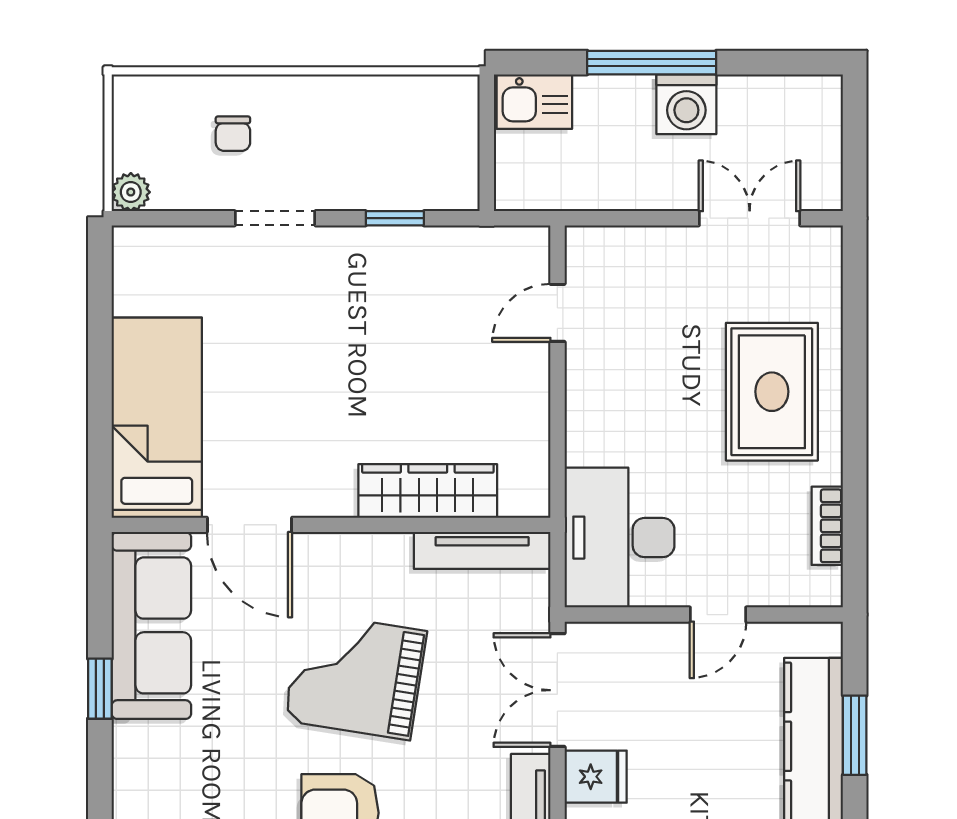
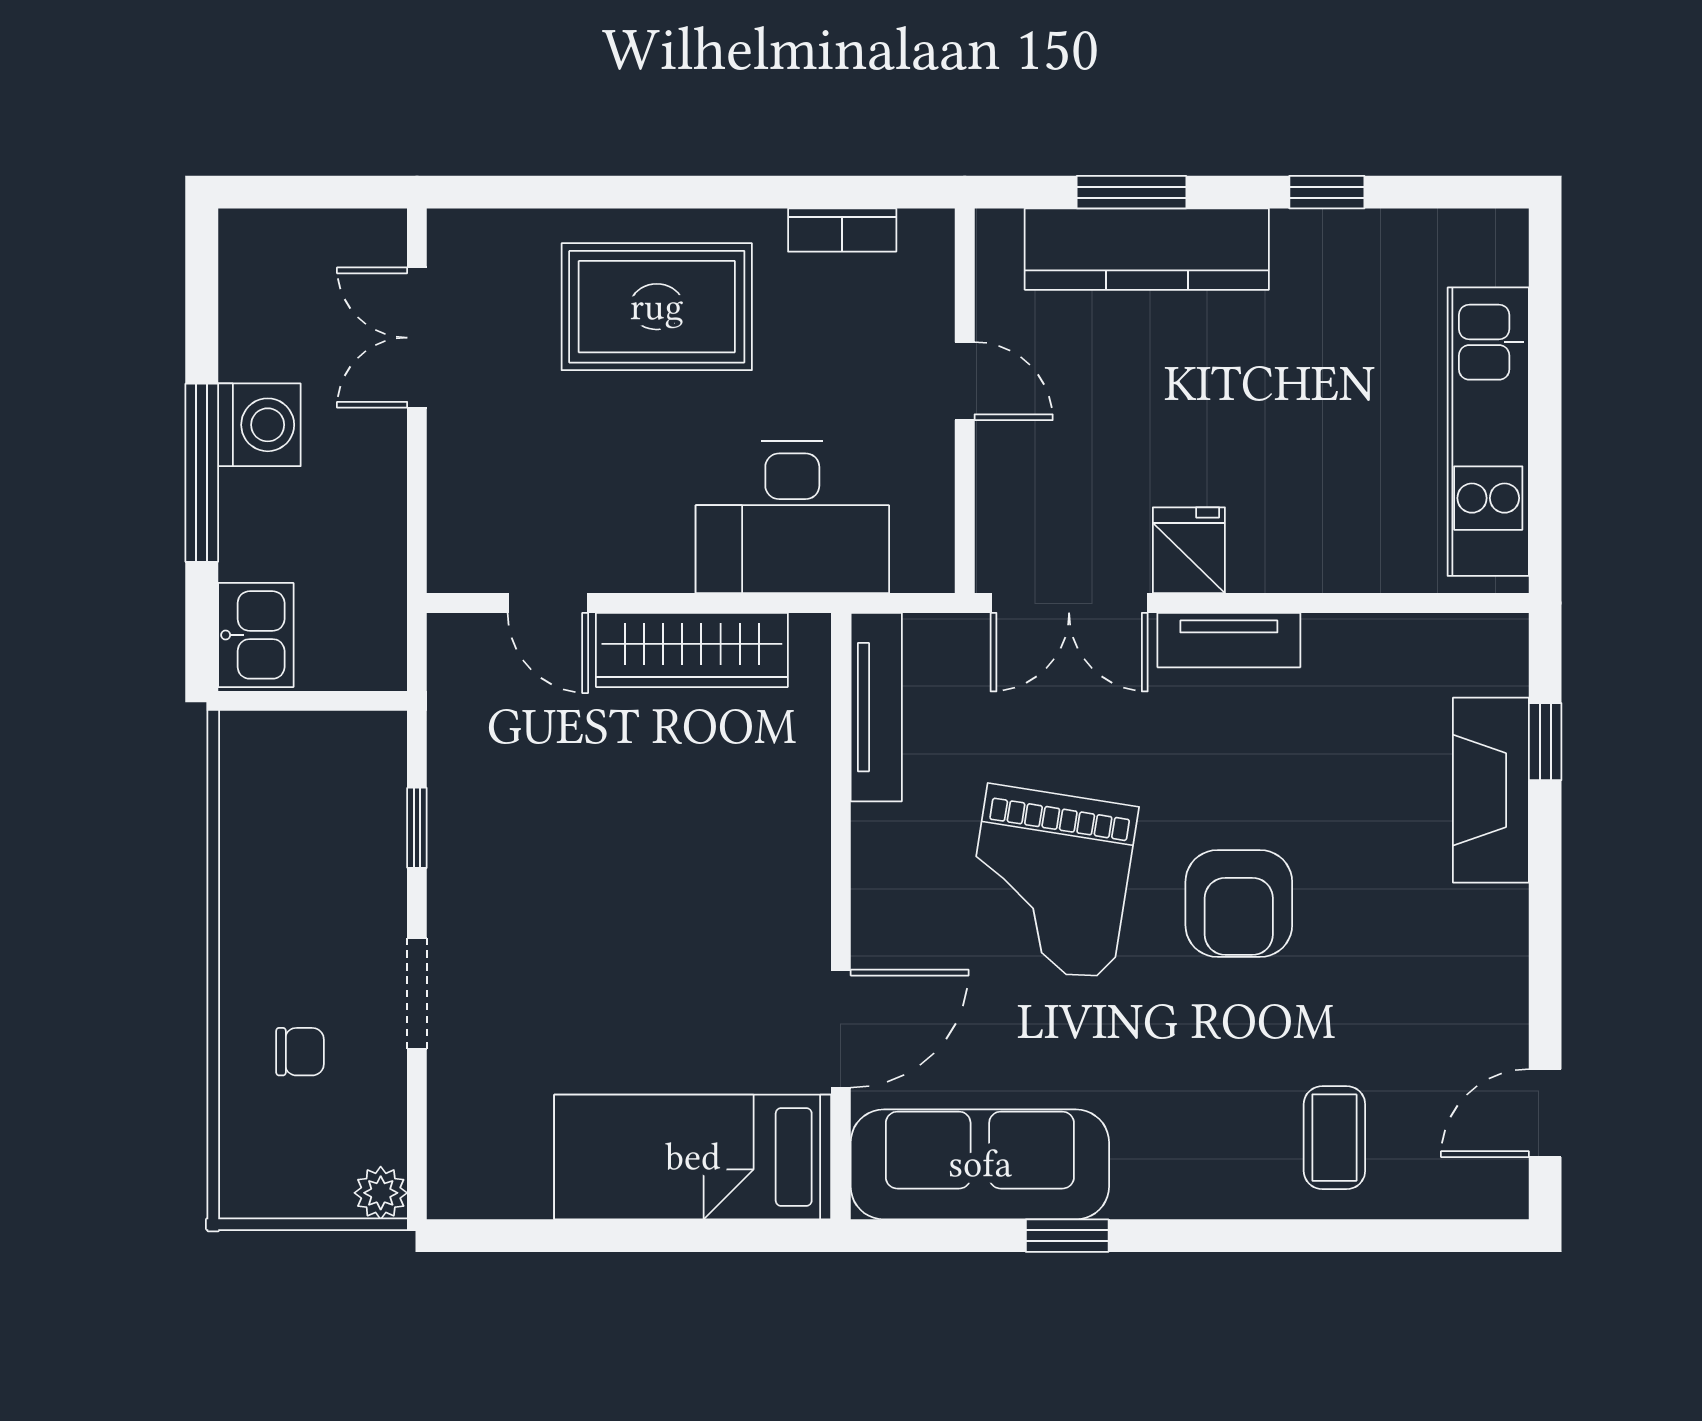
wardrobe: (428, 491) -> (692, 650), moved, turned -90
desk: (619, 538) -> (792, 517), moved

